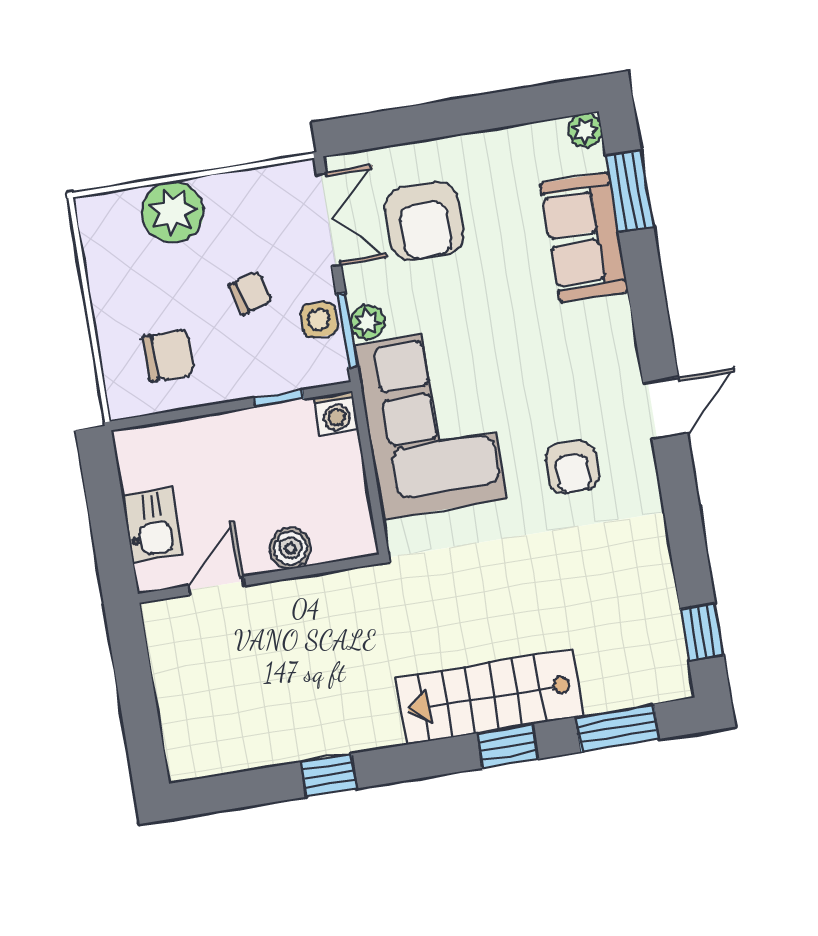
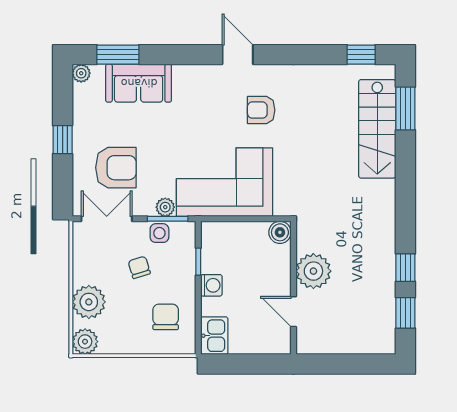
window: (459, 116) -> (63, 140), added
plant: (100, 217) -> (85, 342), added
washing machine: (336, 413) -> (211, 285), moved
armchair: (572, 467) -> (261, 110), turned 180
kitchen sink: (152, 525) -> (214, 336), moved, turned 90
boiler: (290, 548) -> (280, 232), moved
plant: (295, 610) -> (313, 271), added
stairs: (490, 697) -> (377, 129), moved
window: (507, 746) -> (405, 313), moved

